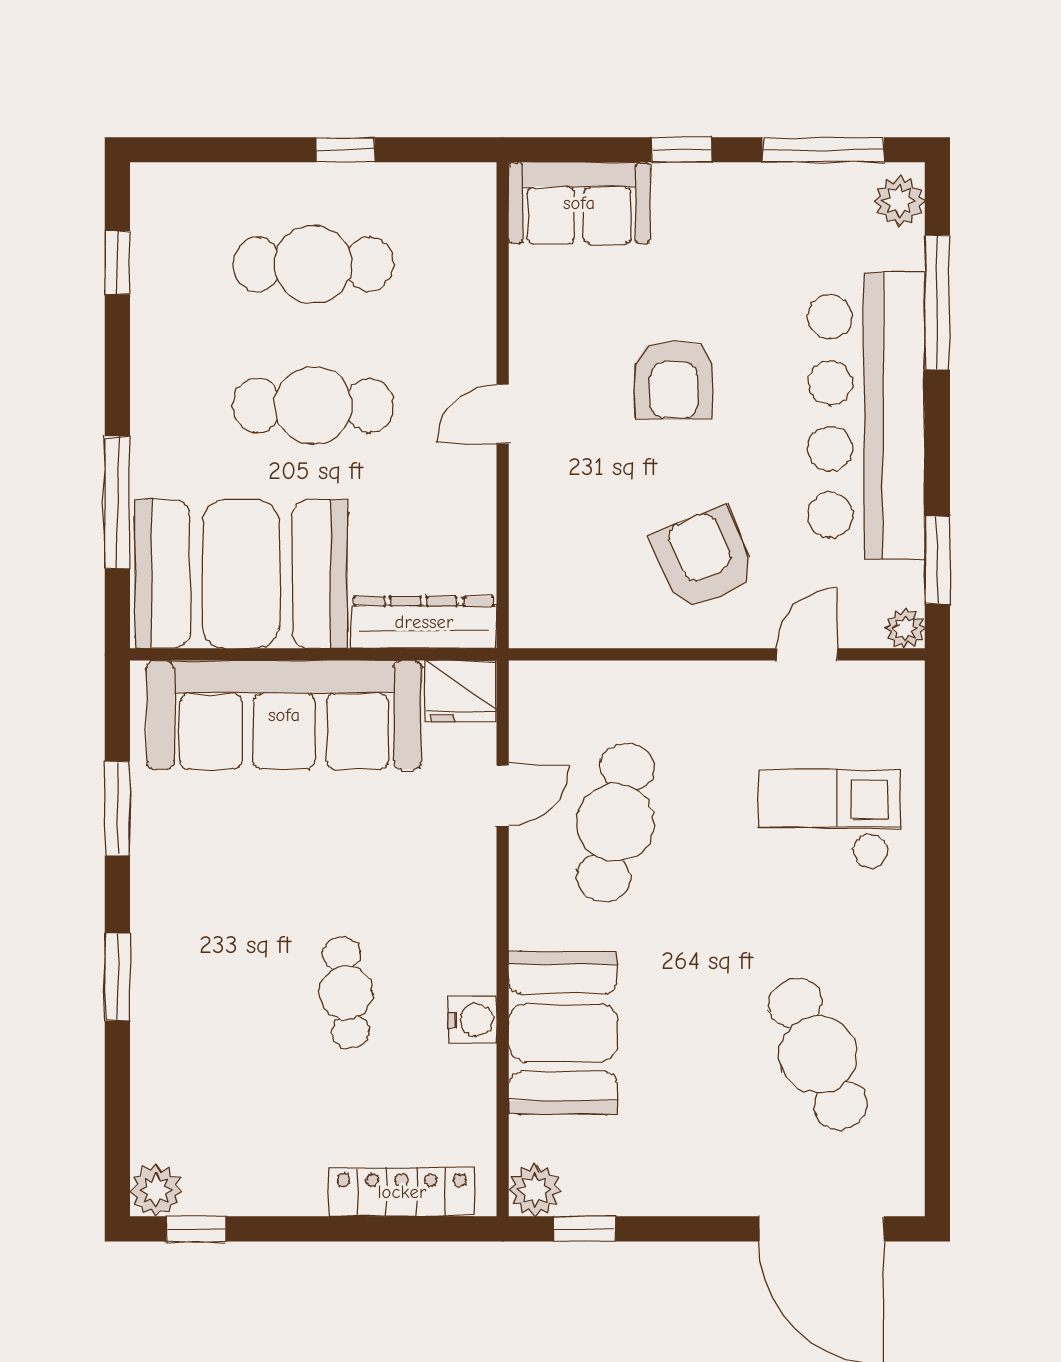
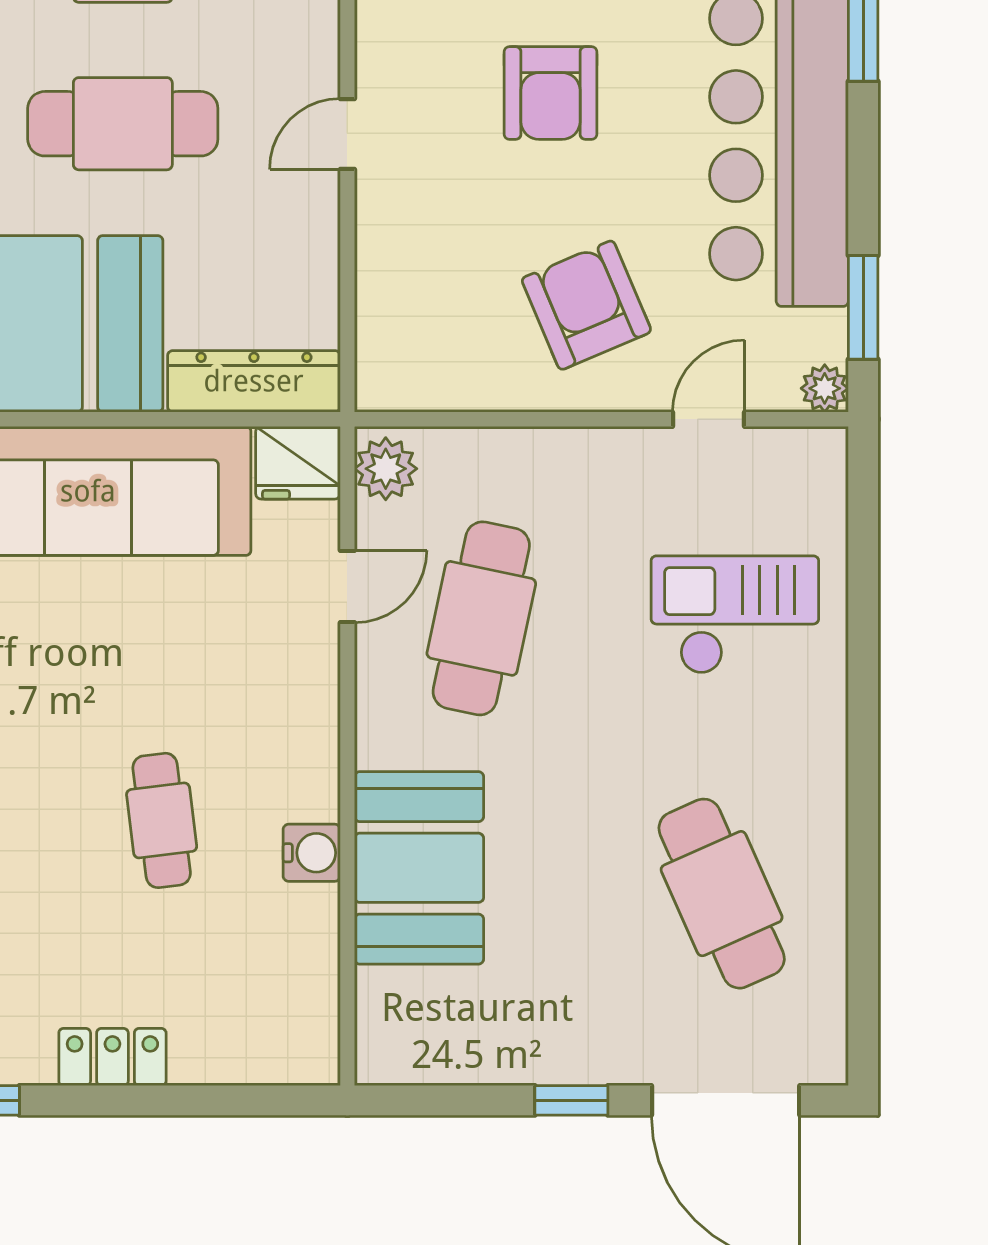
plant: (535, 1190) -> (386, 469), moved
locker: (402, 1192) -> (112, 1057), moved, width x0.66
window: (584, 1229) -> (571, 1100), moved

